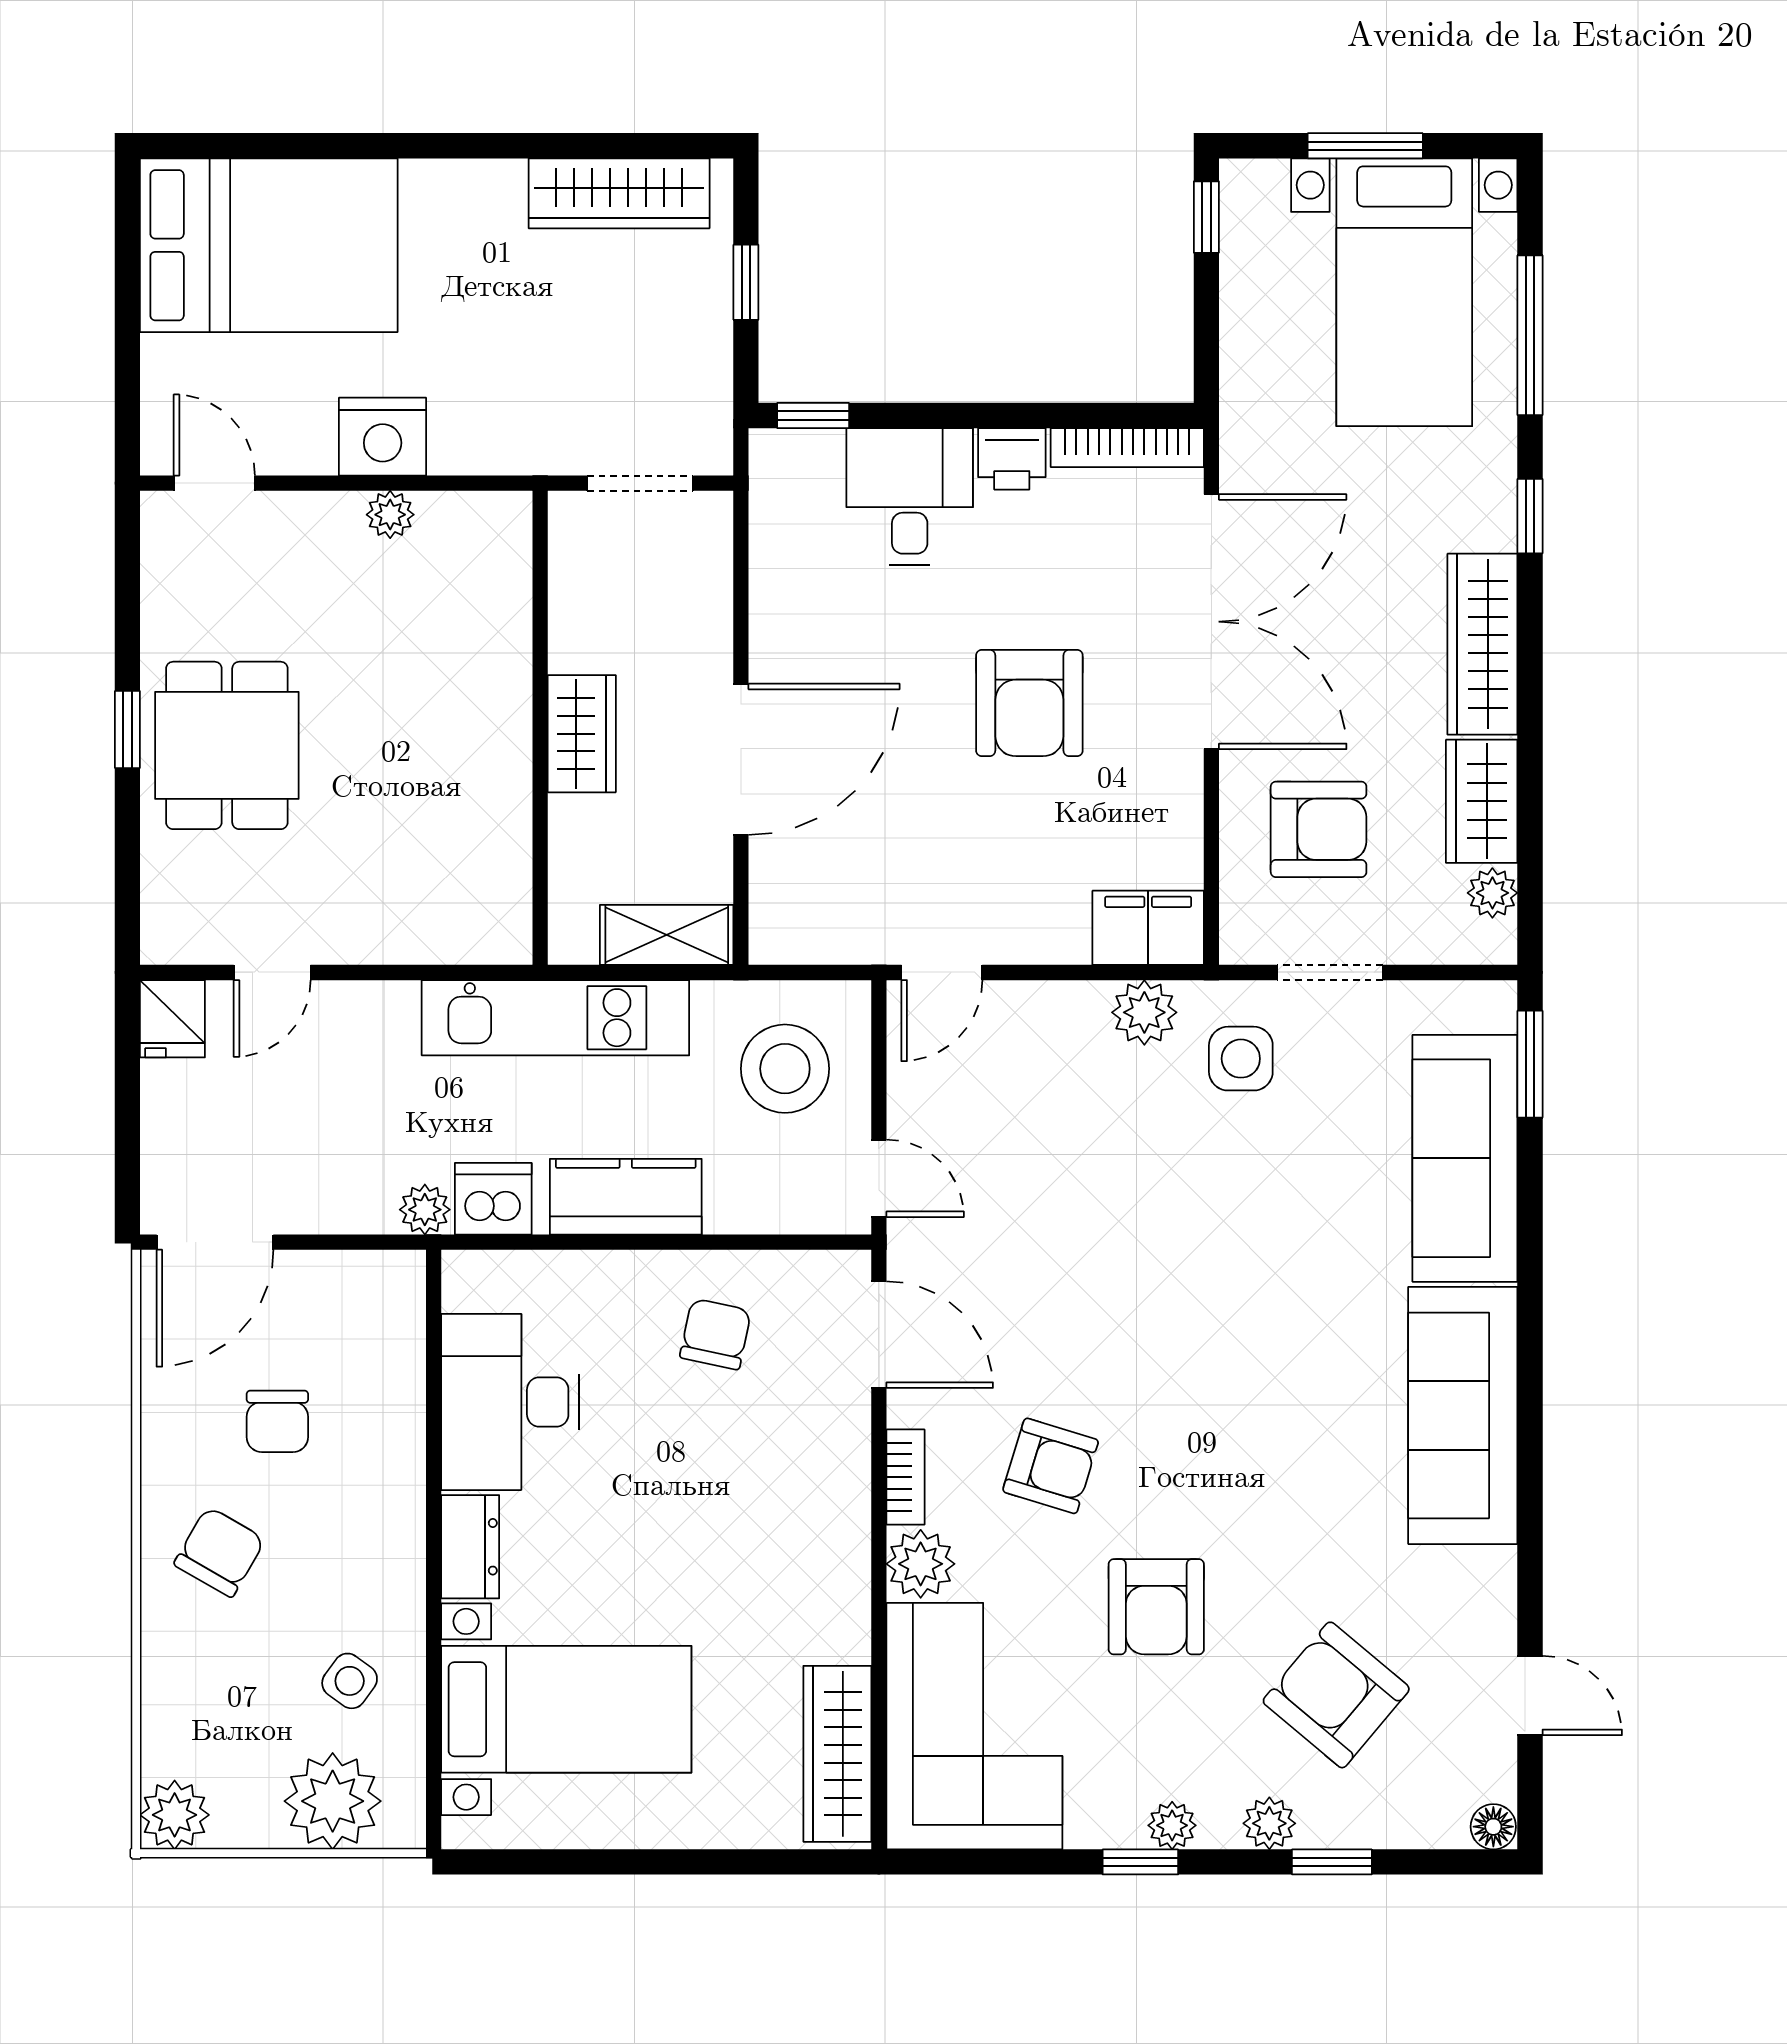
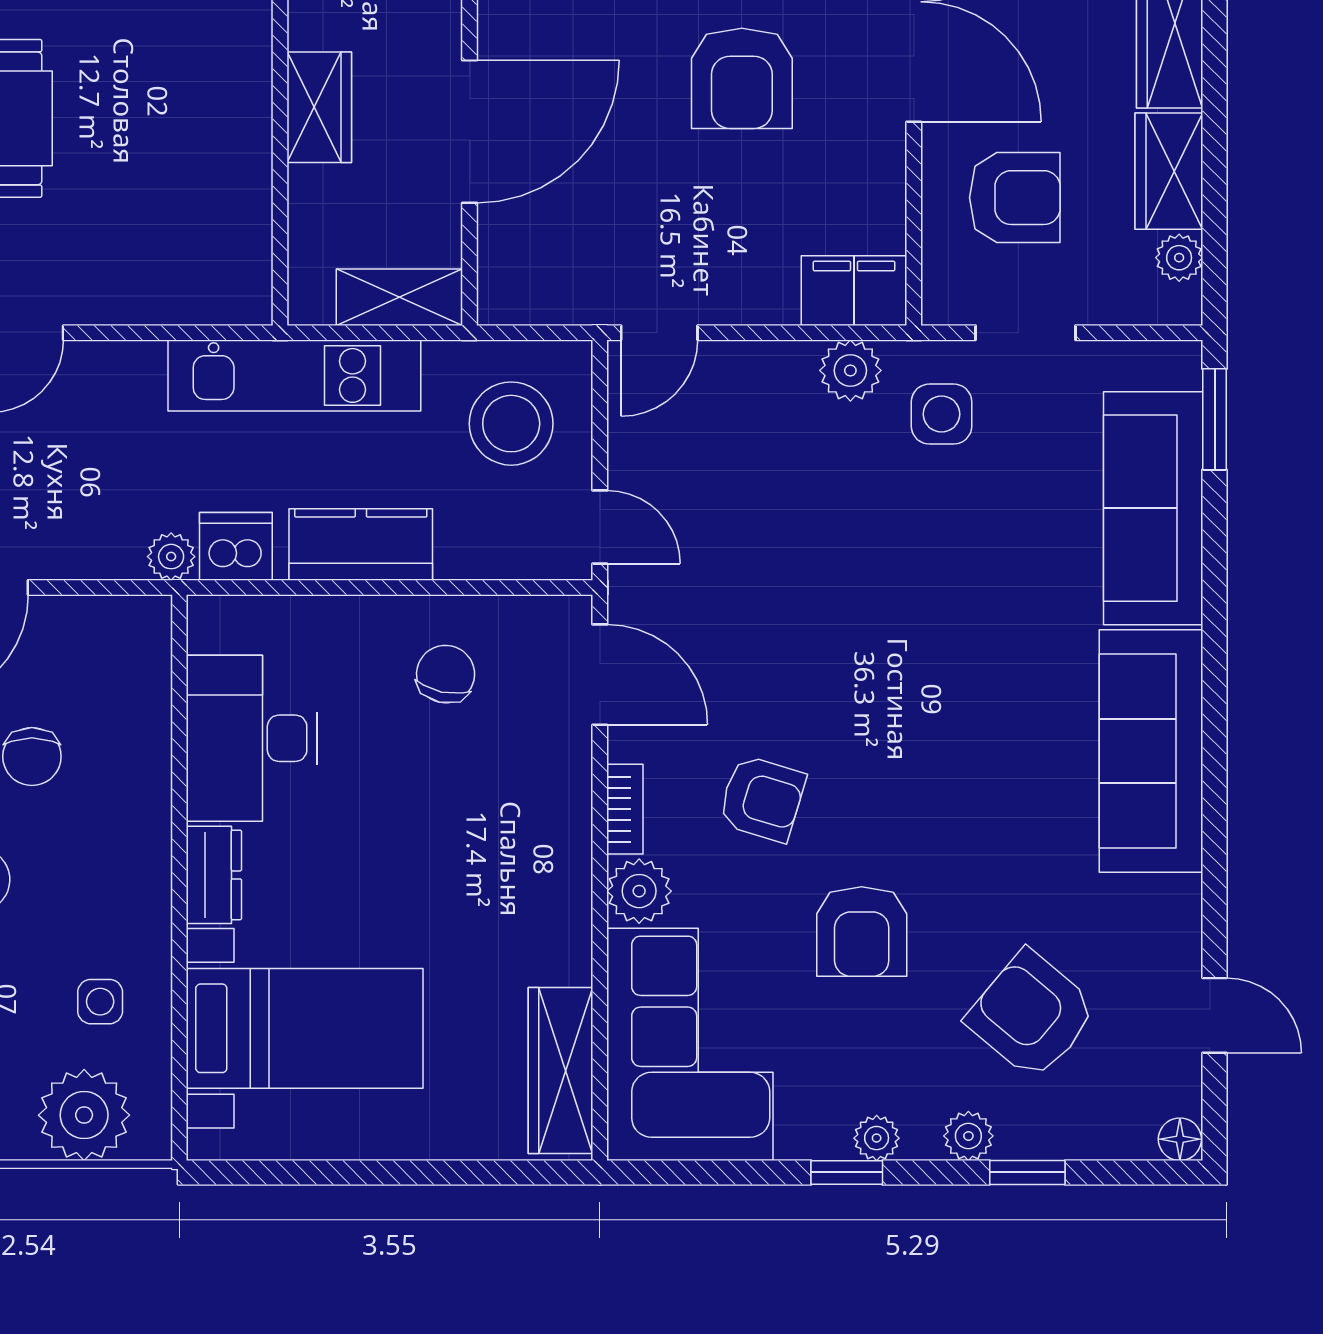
side table: (350, 1681) -> (100, 1002), turned -36

